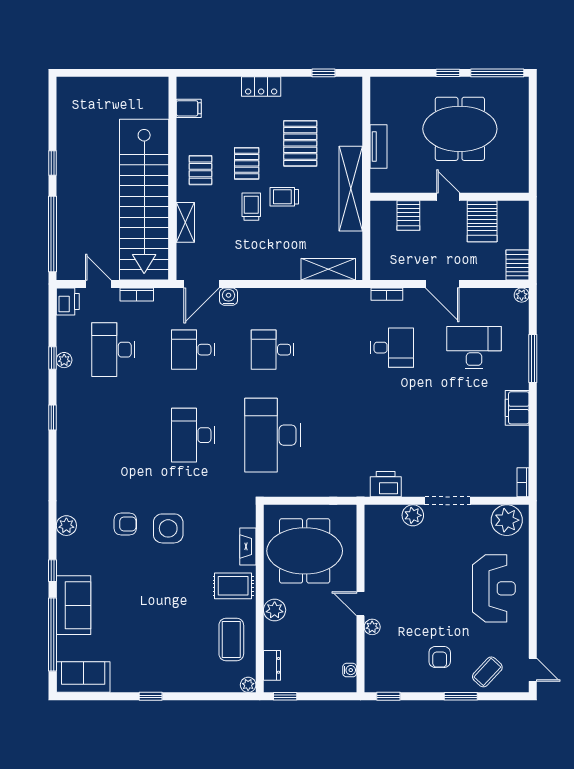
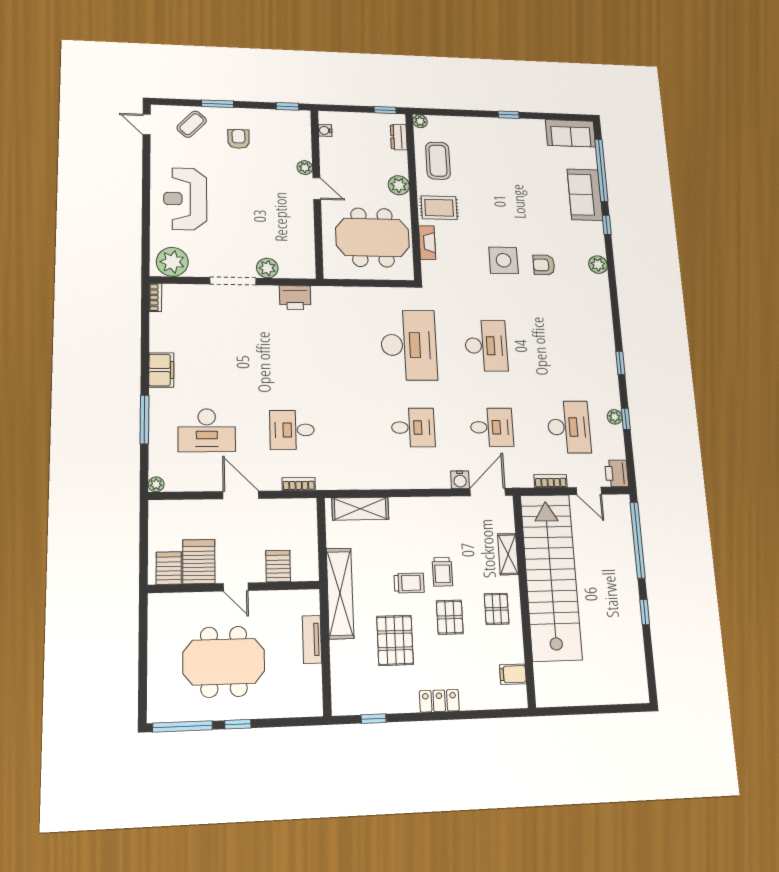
server rack: (517, 265) -> (169, 568), moved, turned 180

